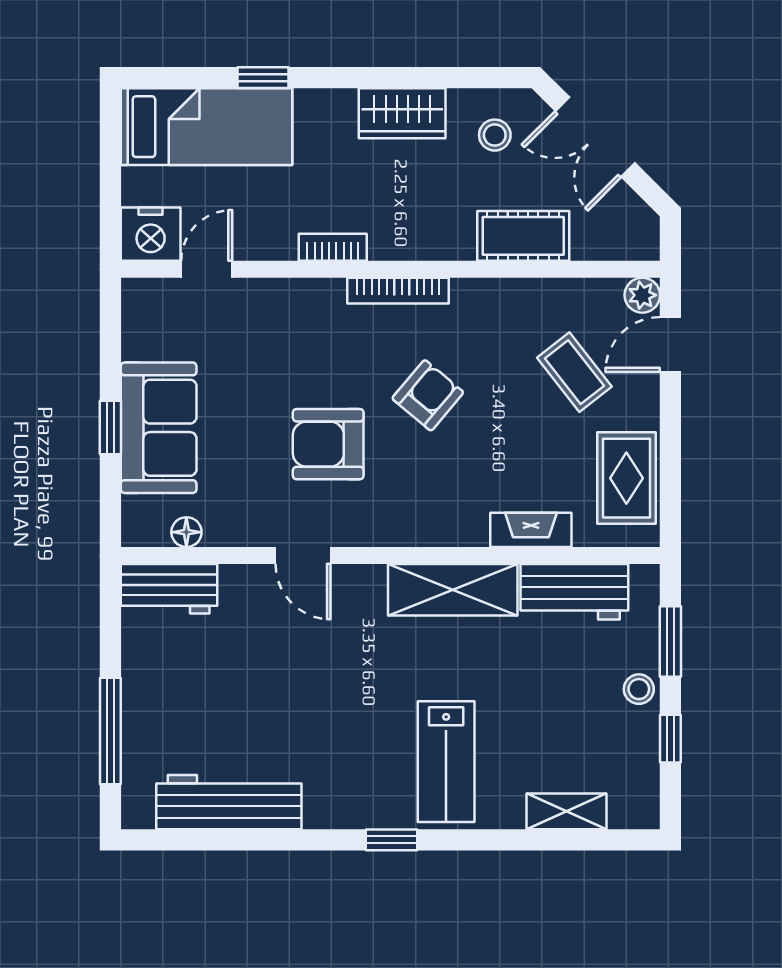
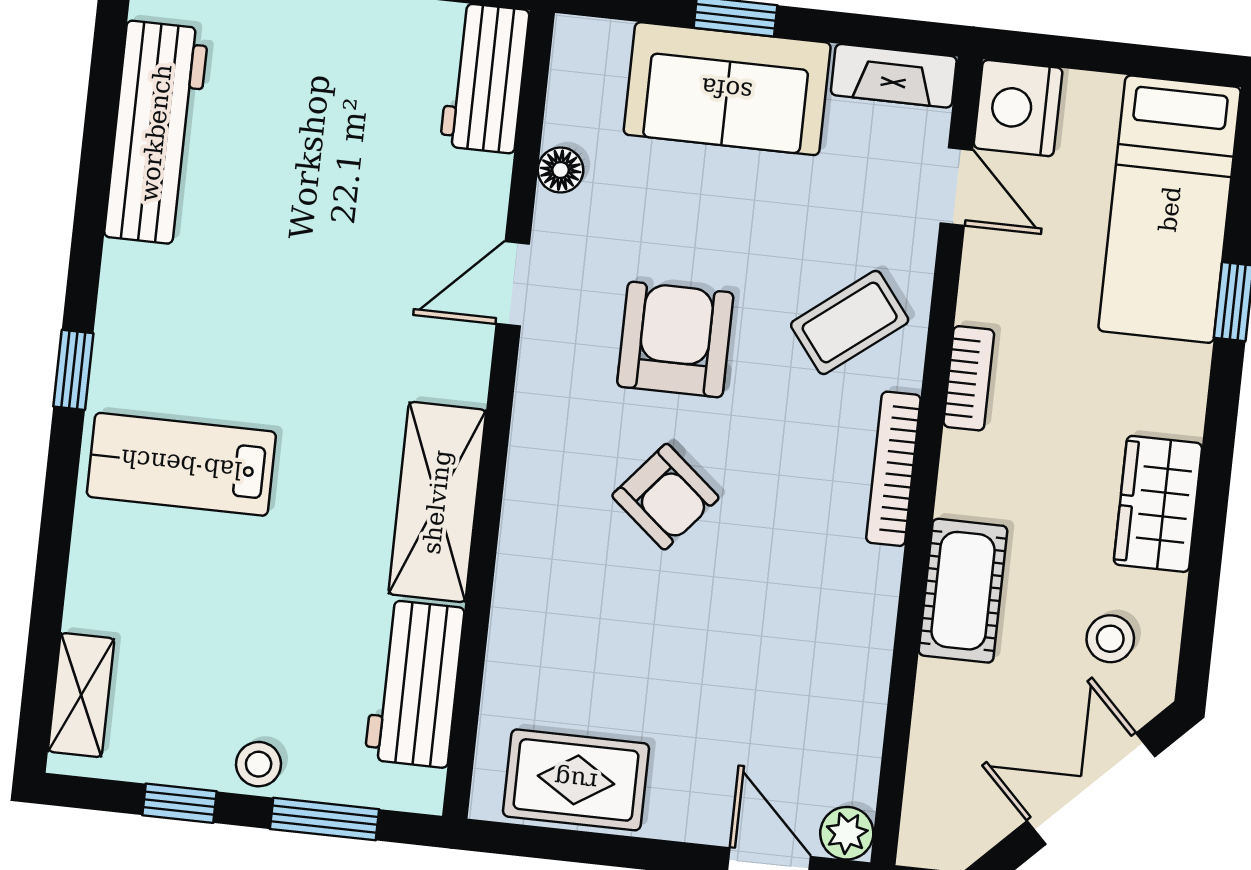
cot: (523, 236) -> (963, 591), moved
coffee table: (574, 372) -> (850, 322), moved
armchair: (428, 395) -> (665, 497), moved
fireplace: (531, 530) -> (894, 76), moved, turned 90
floor lamp: (186, 532) -> (561, 170), moved
shelving: (566, 811) -> (81, 695), moved

